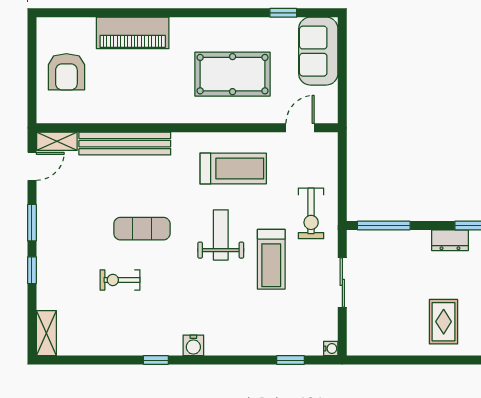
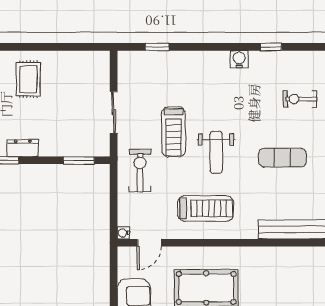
treadmill: (233, 168) -> (206, 208), turned 180
window: (384, 225) -> (79, 160), width x0.69
treadmill: (271, 259) -> (174, 132), turned 180
exercise bike: (120, 280) -> (300, 99), moved, turned 180
water cooler: (331, 349) -> (123, 233), moved

